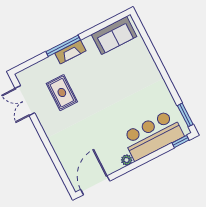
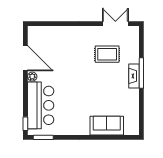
sofa: (114, 35) -> (107, 126), moved, turned 90
door: (95, 185) -> (25, 58), moved

